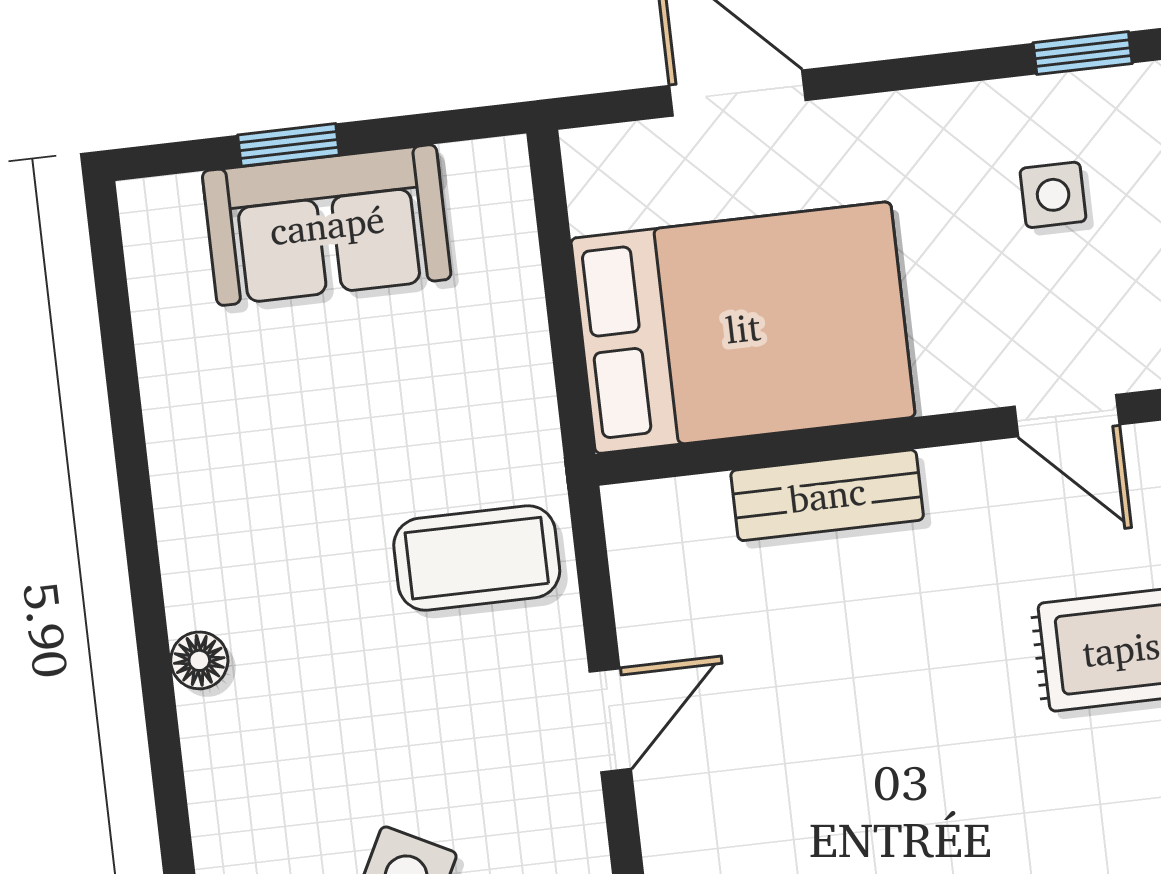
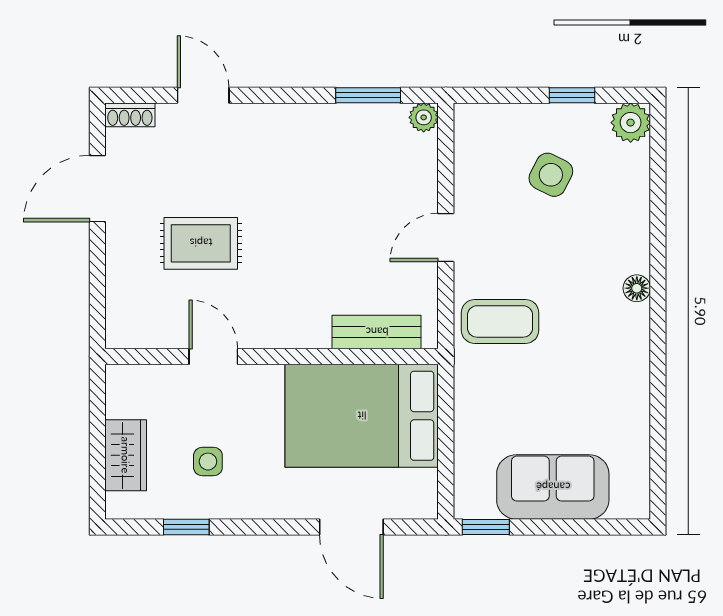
window: (288, 145) -> (486, 527), moved
bench: (827, 495) -> (377, 332), moved

